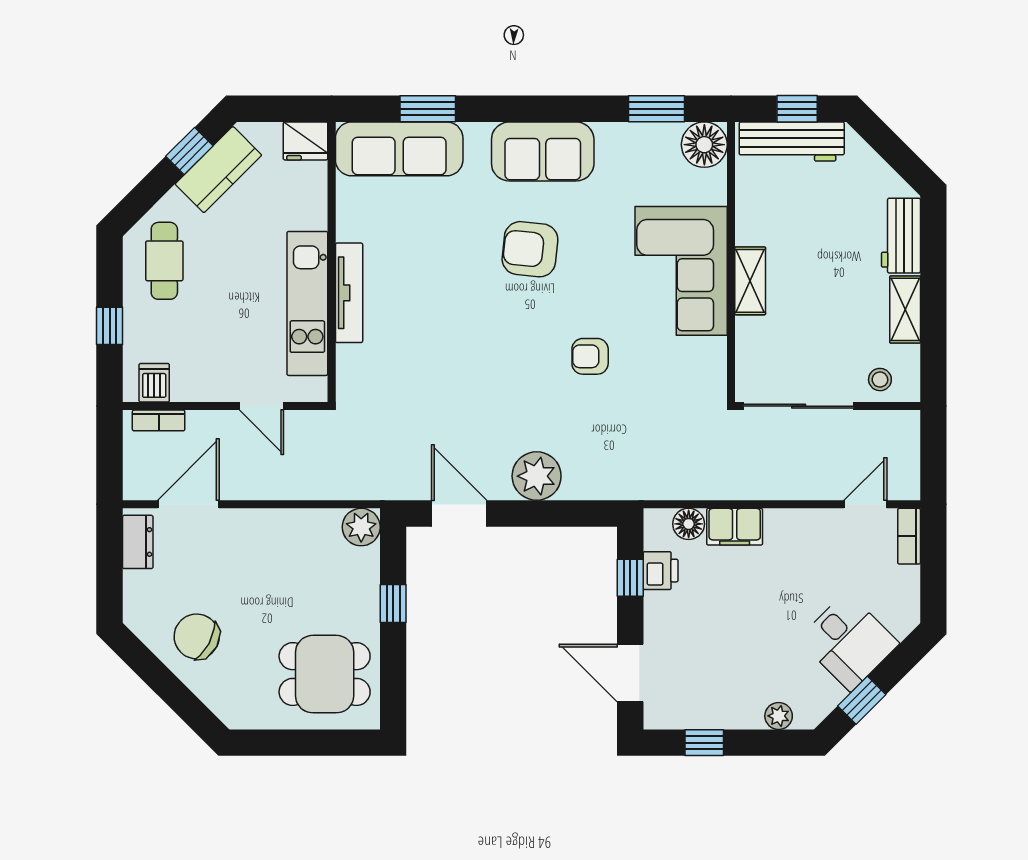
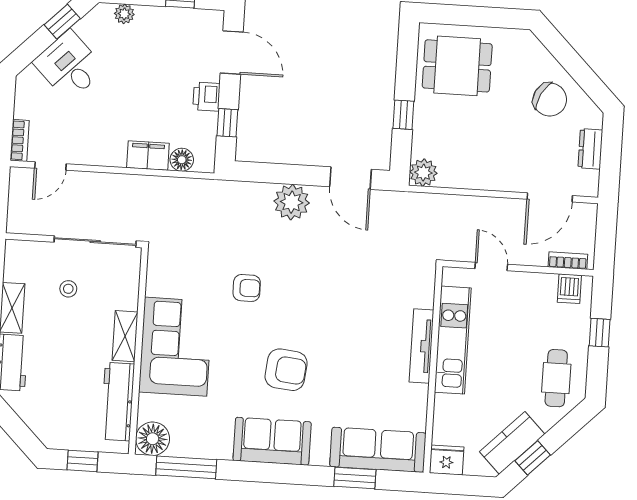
window: (656, 109) -> (186, 467), width x1.44
workbench: (792, 142) -> (118, 402), moved, turned -90
stool: (880, 380) -> (68, 289), moved
dresser: (138, 542) -> (590, 149), moved
printer: (661, 571) -> (206, 97), moved

